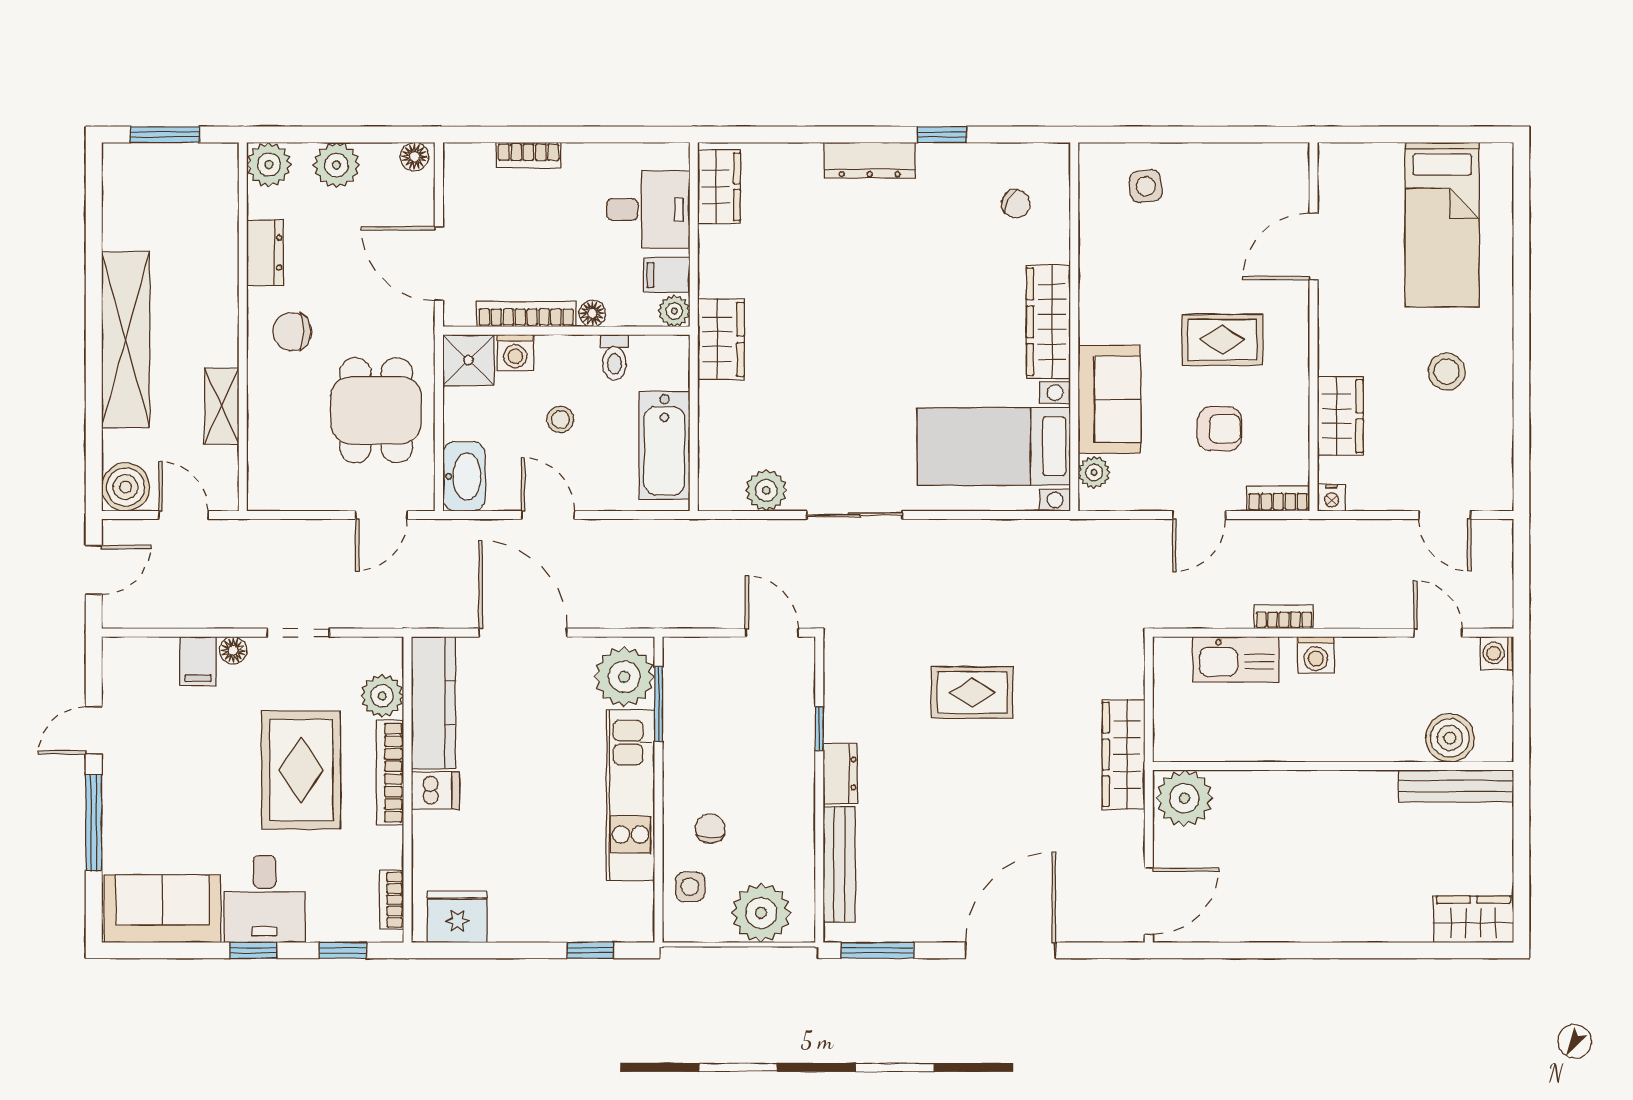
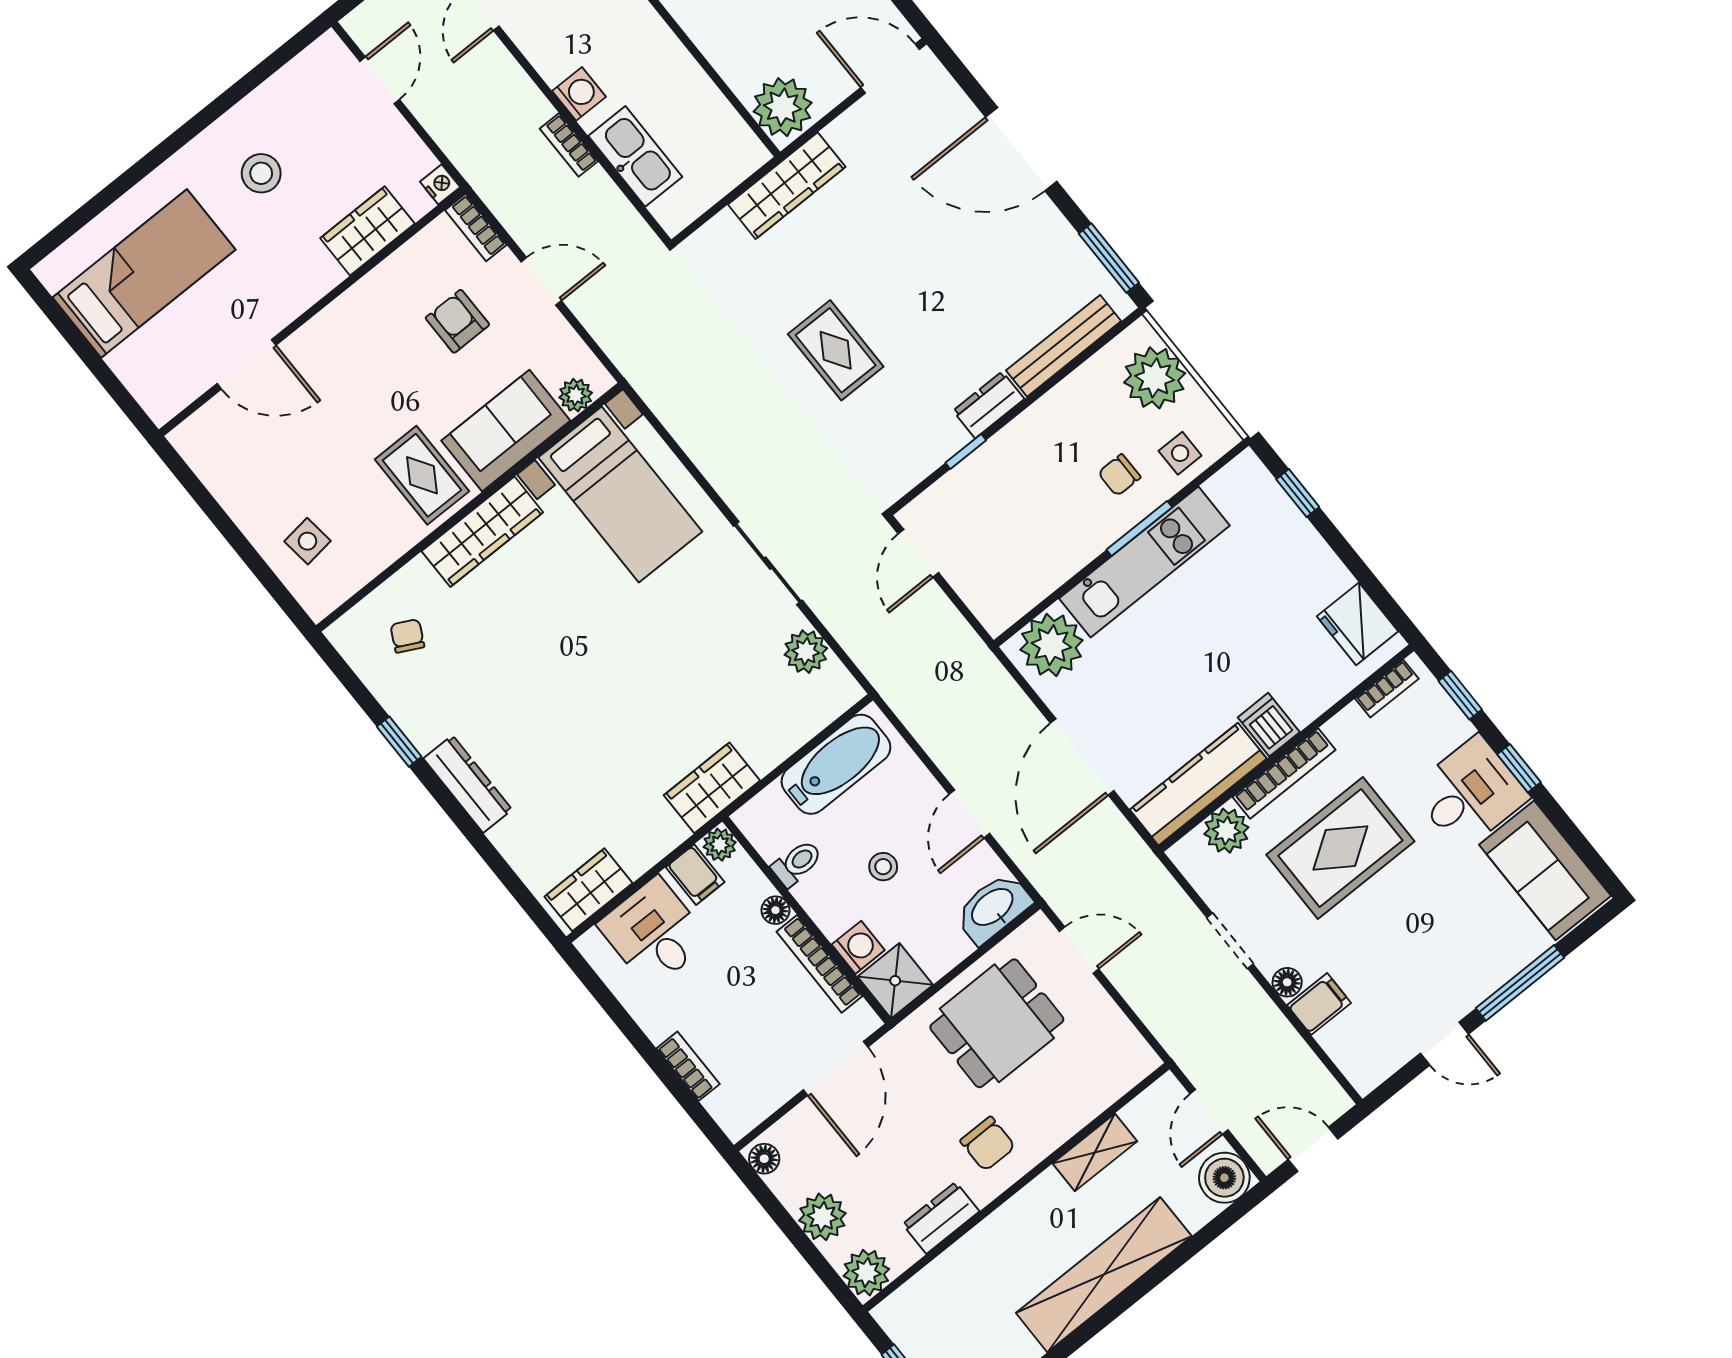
rug: (1222, 340) -> (422, 475), moved
window: (658, 704) -> (1139, 528), moved

